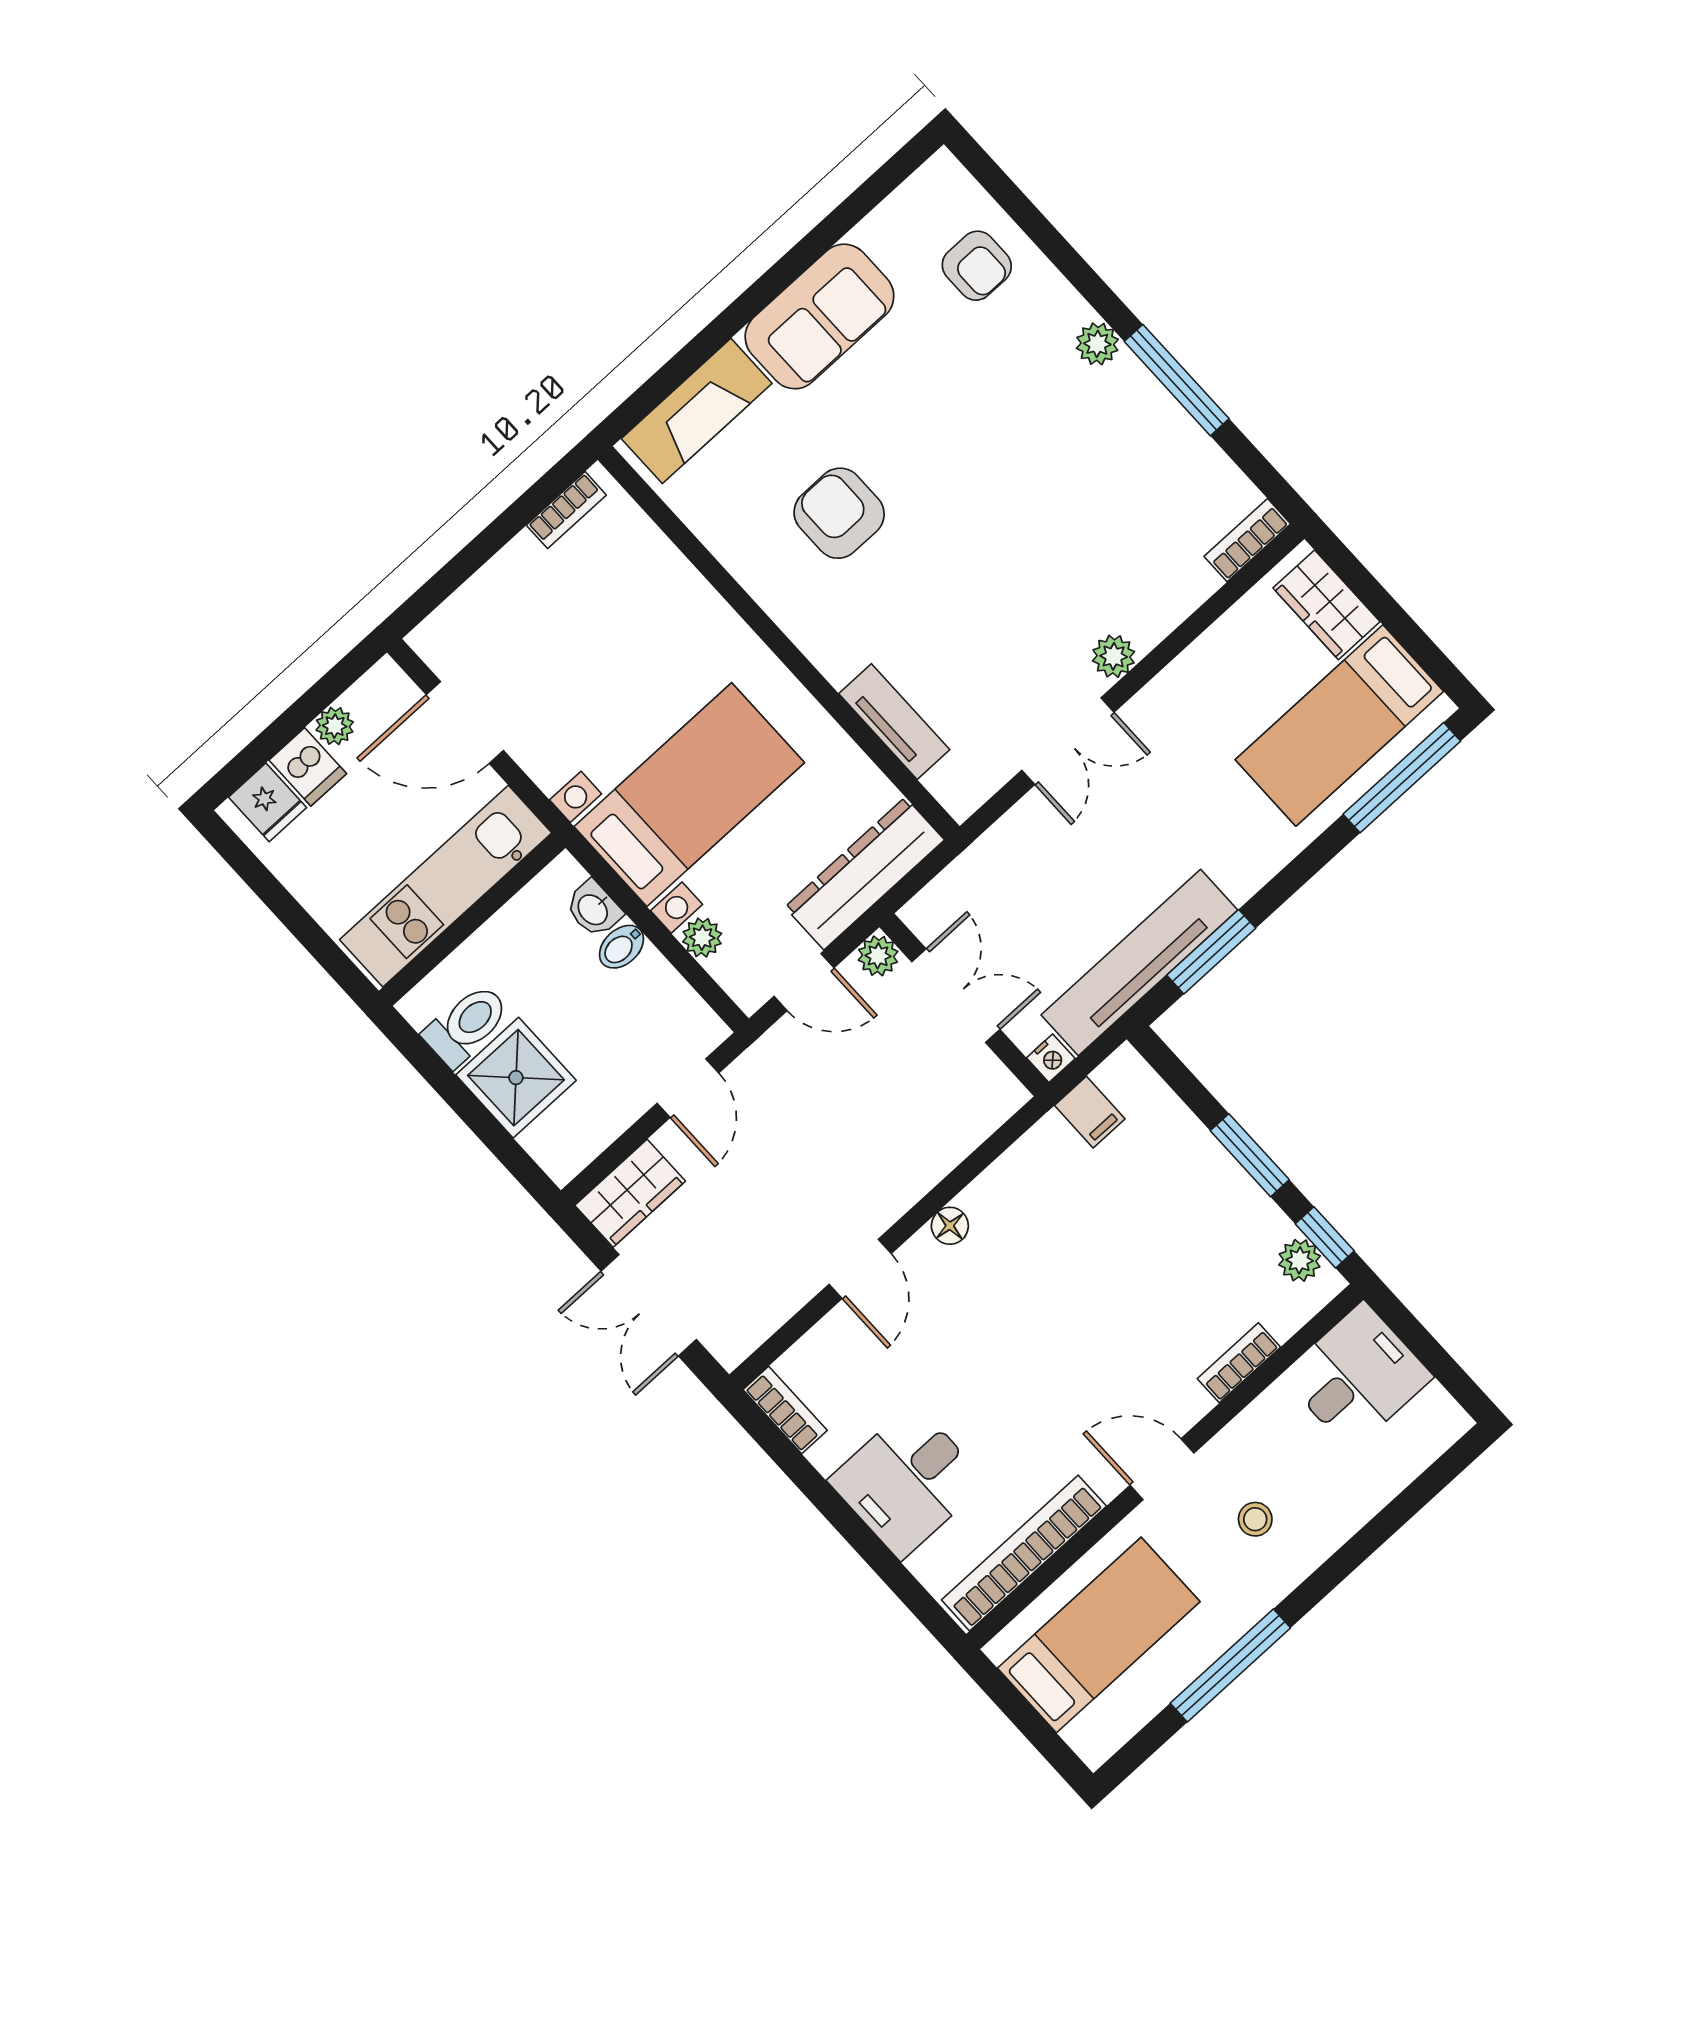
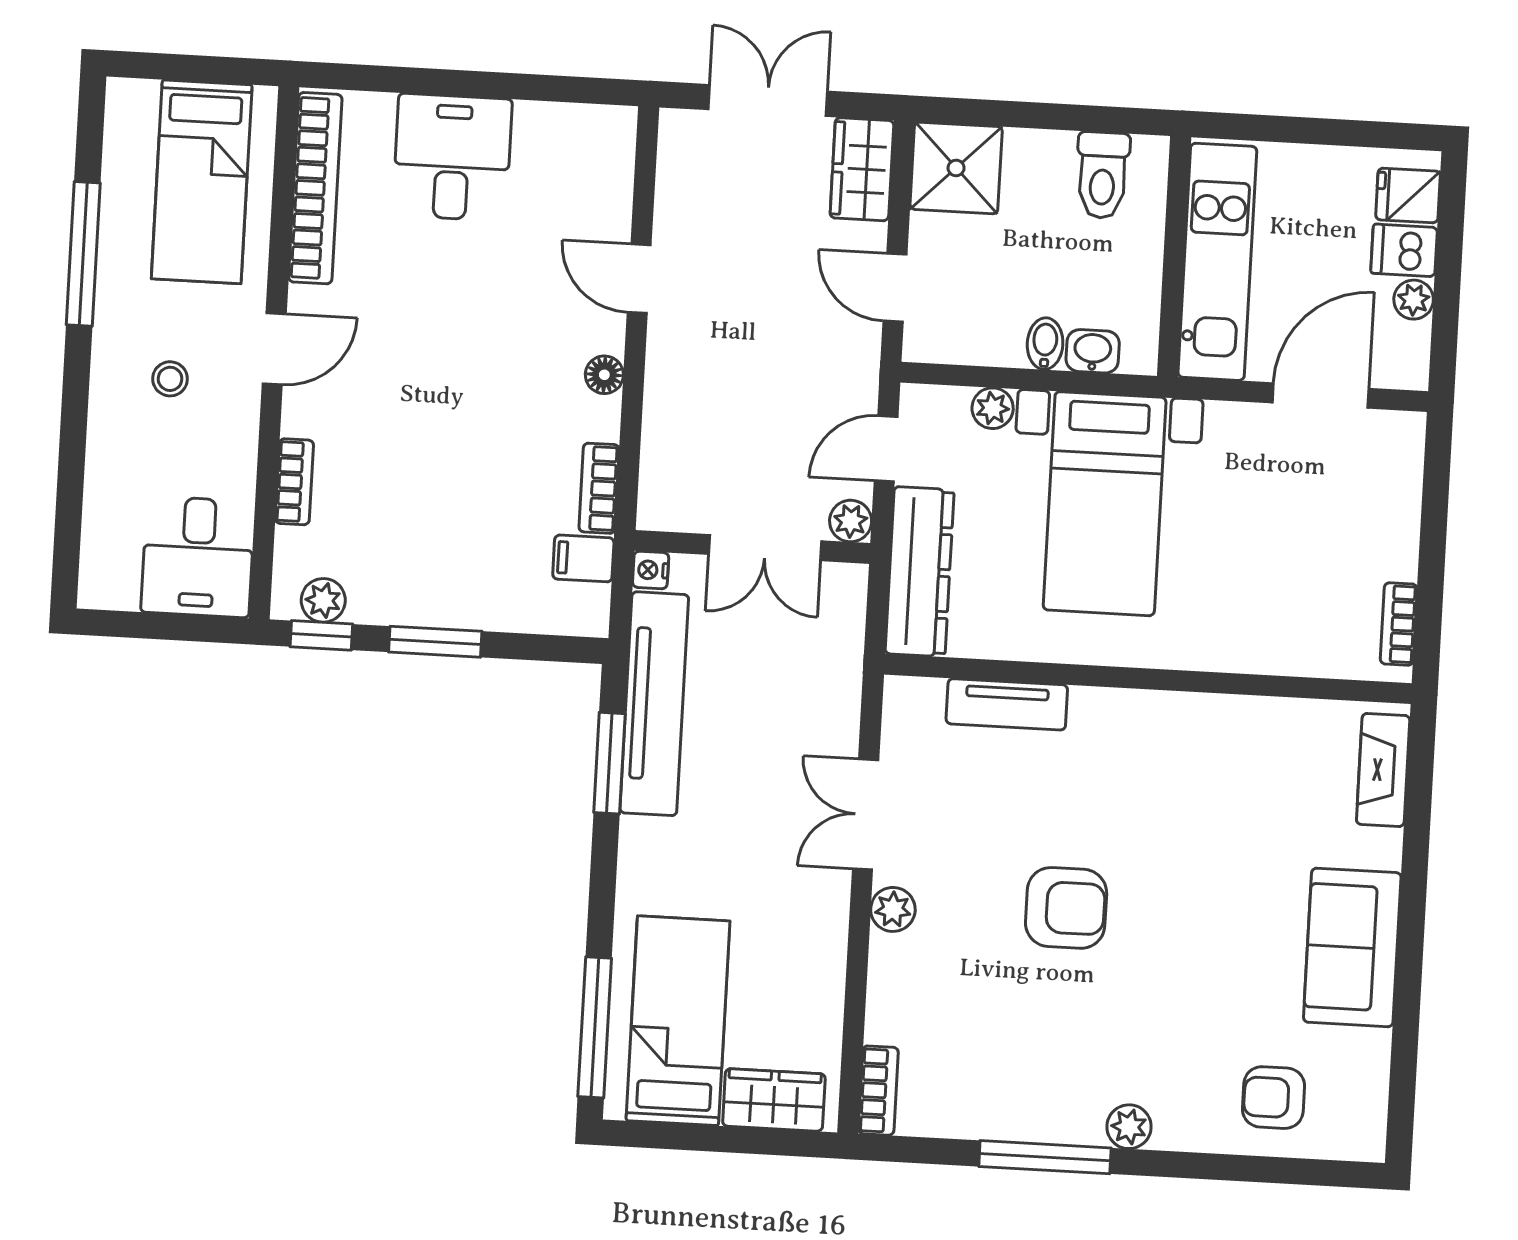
fireplace: (697, 411) -> (1383, 770), width x0.73, depth x0.76
armchair: (839, 513) -> (1066, 908), moved
shower: (516, 1078) -> (956, 168), moved
bookcase: (785, 1410) -> (599, 488), moved, turned 90

